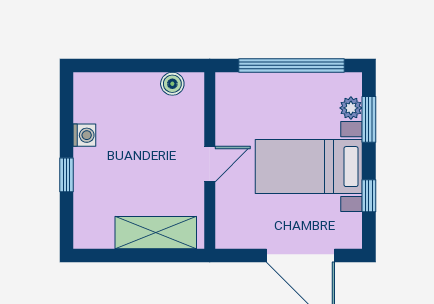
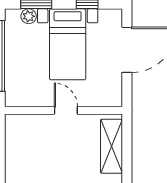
boiler: (172, 84) -> (12, 135), removed

